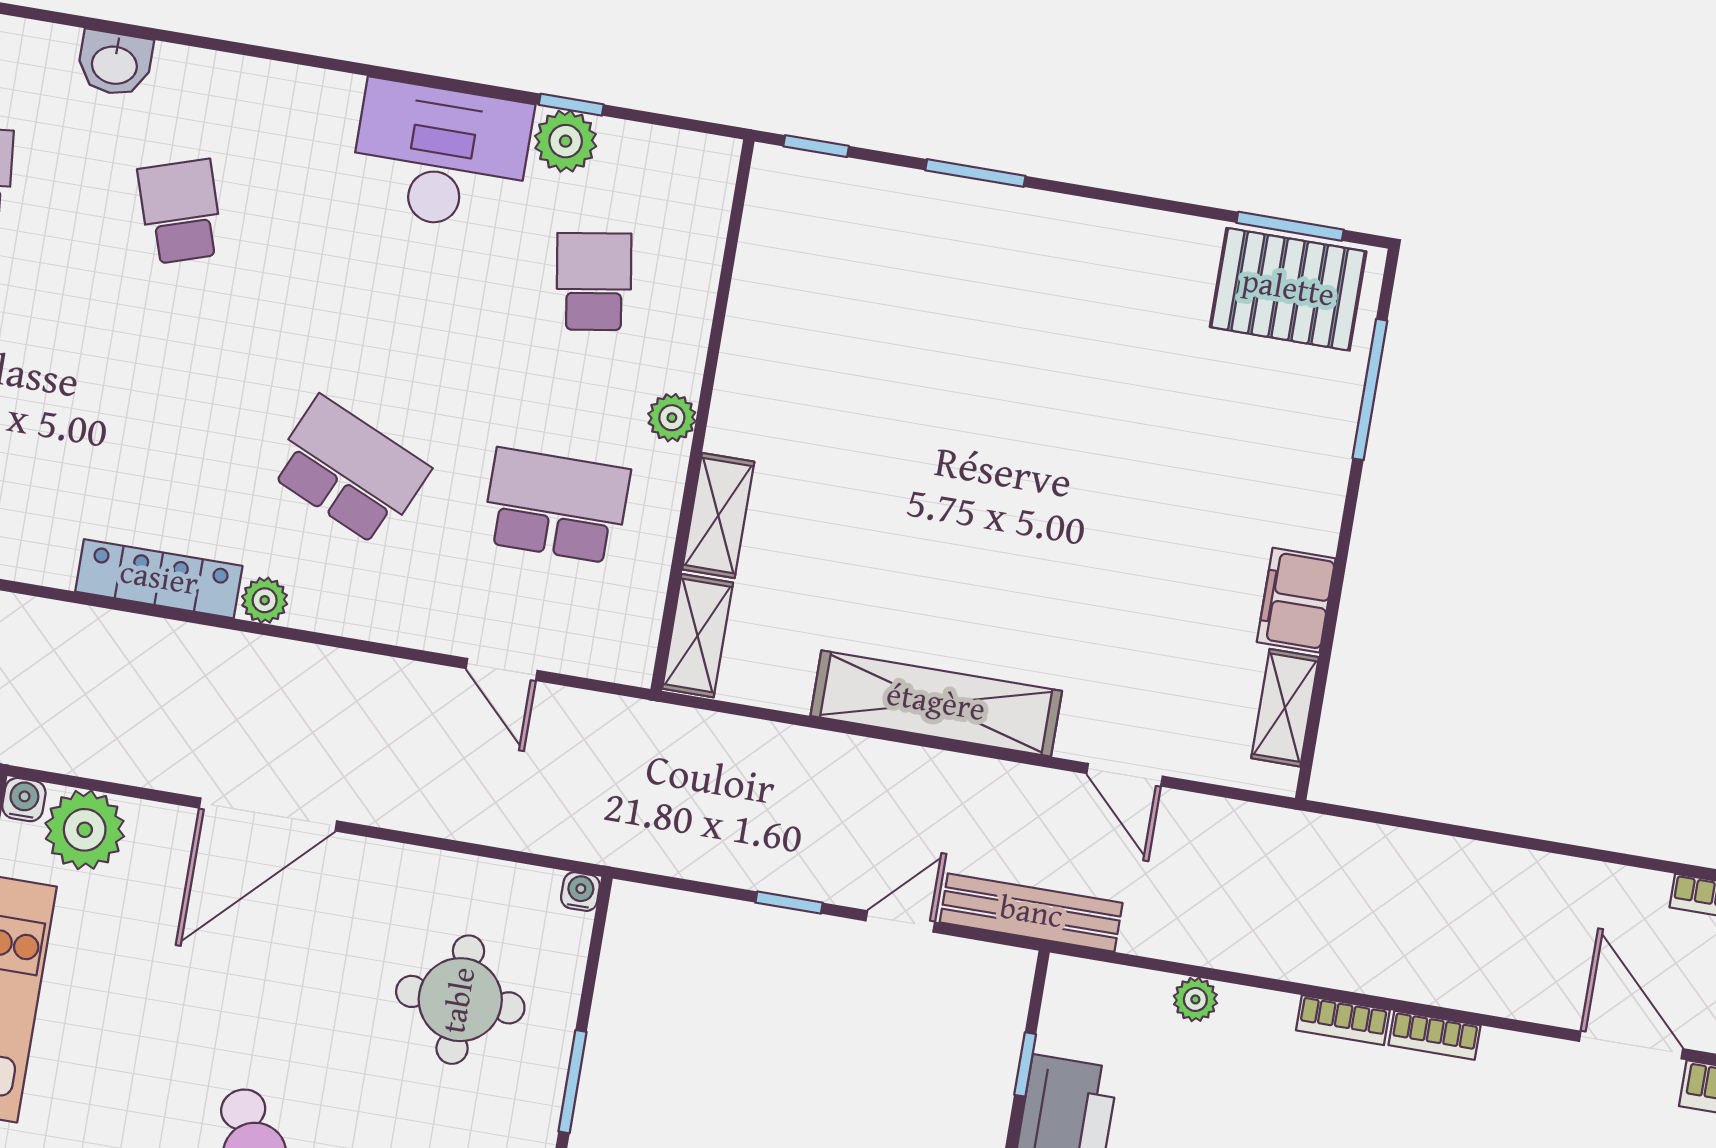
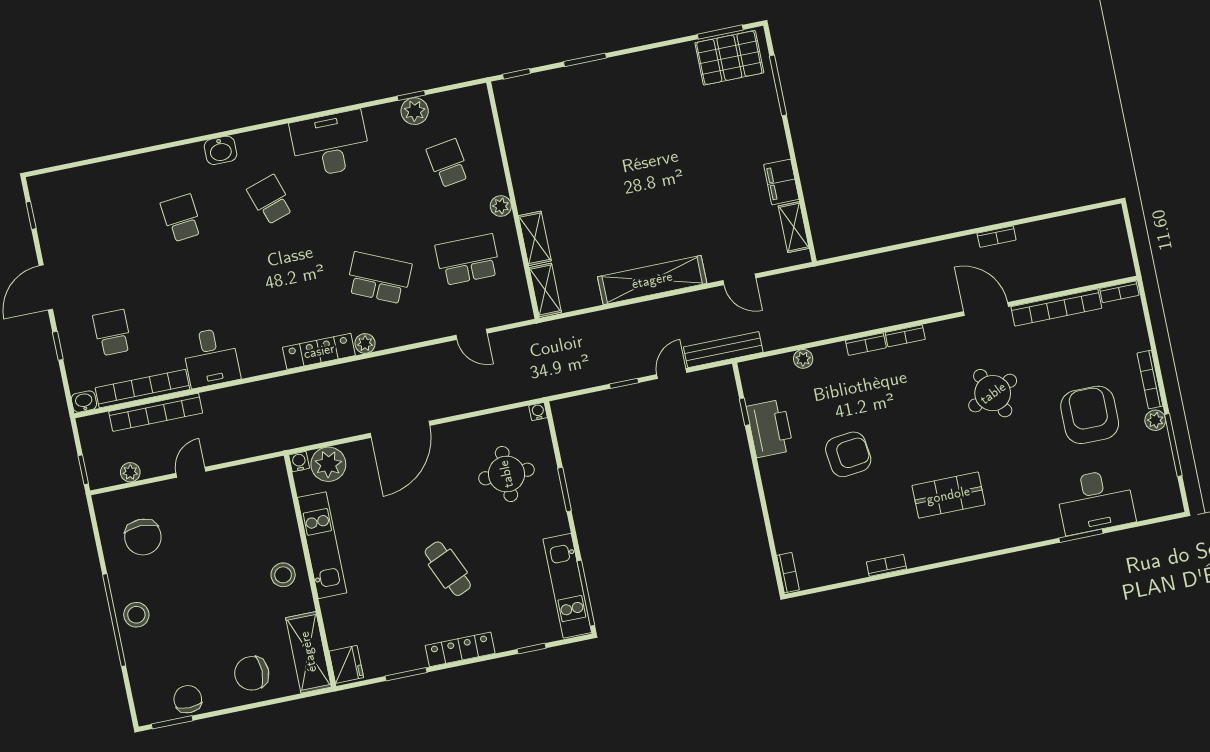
desk: (441, 156) -> (330, 144), moved

